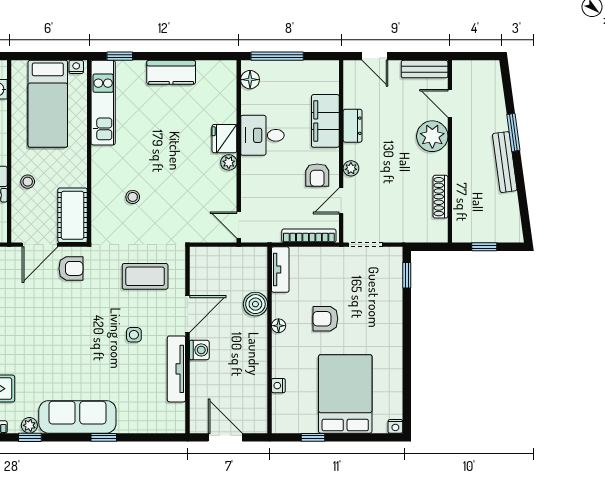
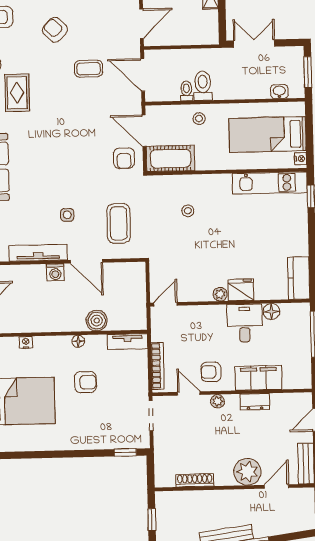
kitchen counter: (171, 72) -> (299, 278), moved
floor lamp: (250, 80) -> (271, 312), moved
armchair: (325, 319) -> (85, 382), turned 90

